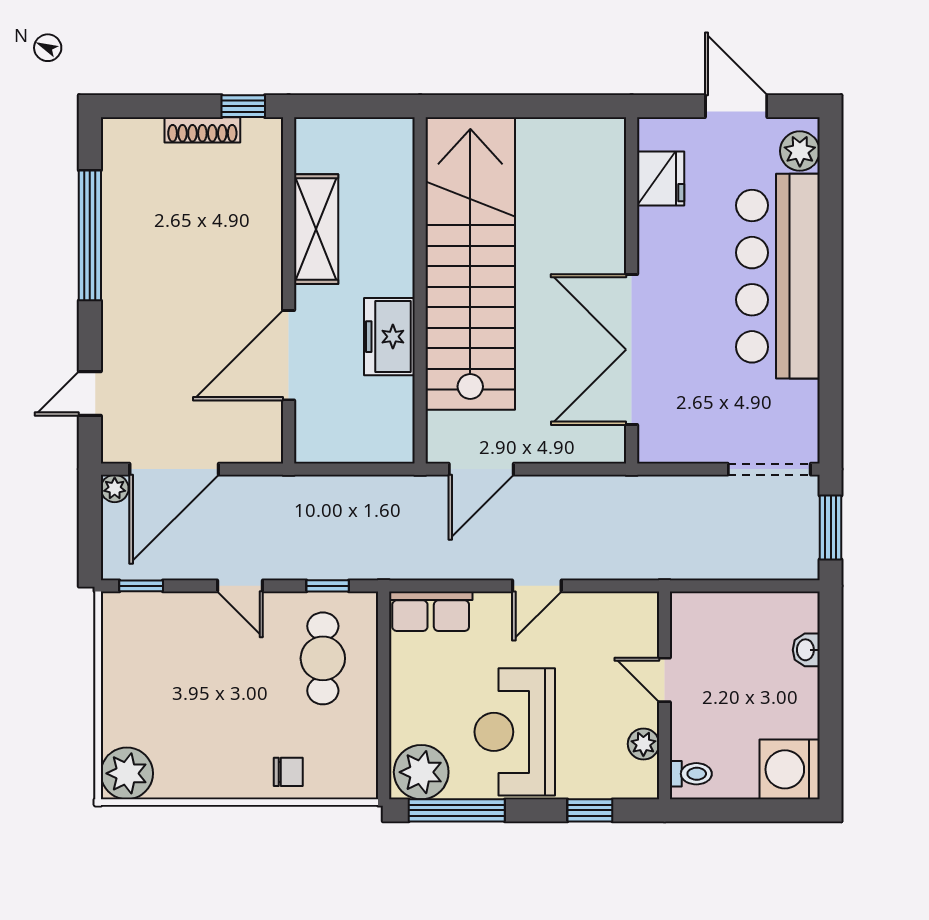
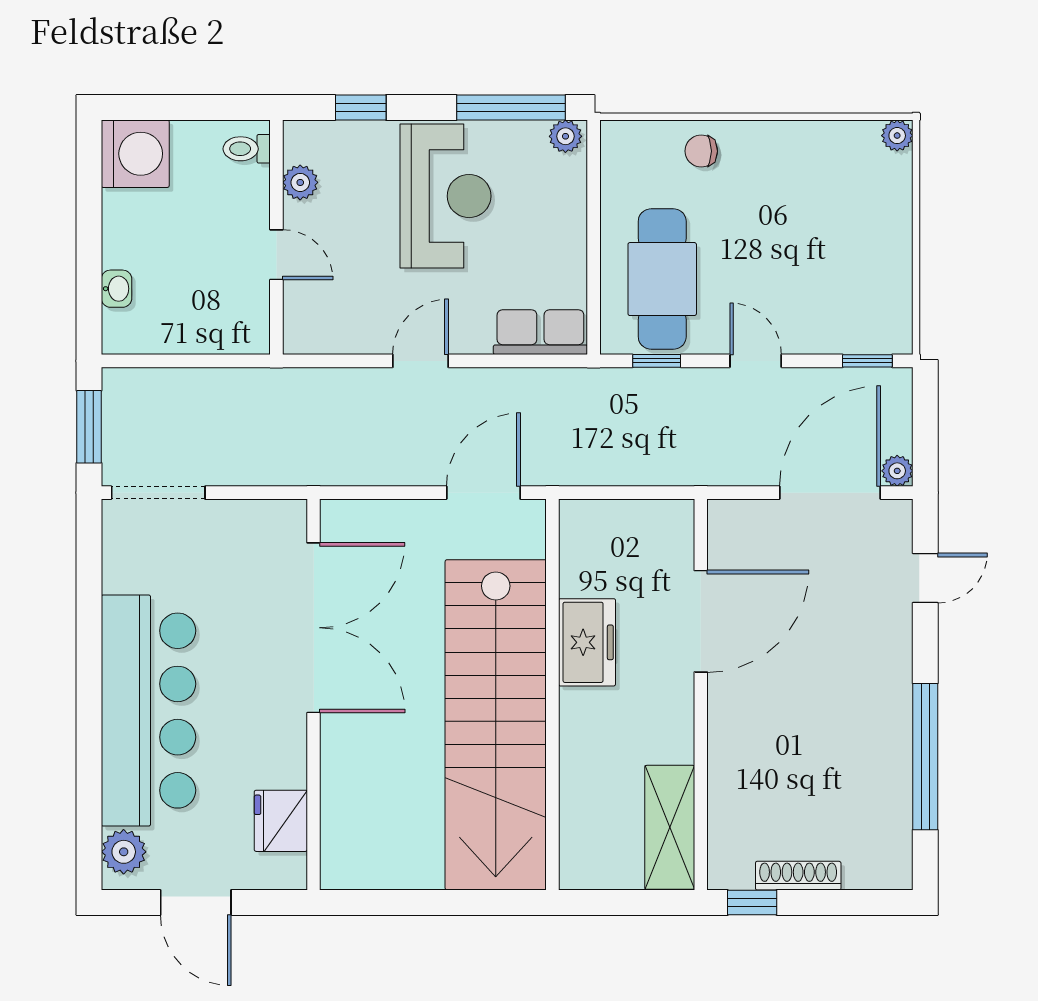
shelving: (316, 229) -> (670, 827), moved
cafe table: (323, 658) -> (662, 279), width x1.37, depth x1.35
plant: (421, 772) -> (565, 136), width x0.53, depth x0.53
plant: (127, 773) -> (897, 136), width x0.53, depth x0.53

